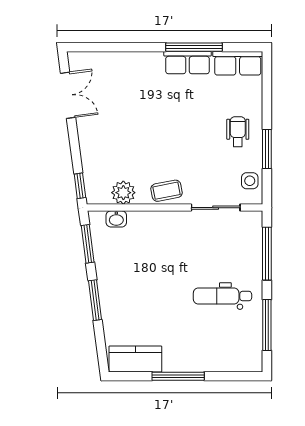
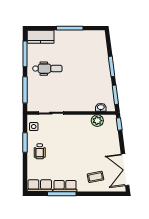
double door: (68, 95) -> (125, 170), width x1.37
coffee table: (167, 191) -> (95, 177), moved
kitchen counter: (135, 359) -> (41, 37), moved

